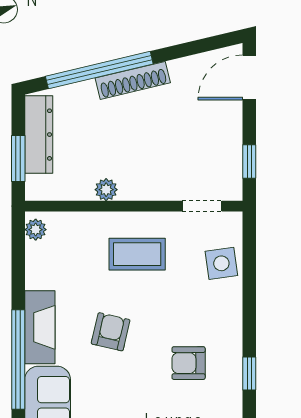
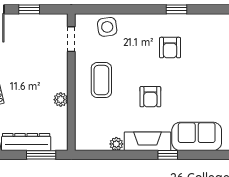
window: (249, 162) -> (29, 9), moved
plant: (36, 230) -> (116, 144), moved
armchair: (111, 332) -> (150, 97), turned -103
window: (18, 360) -> (168, 155), width x0.32

